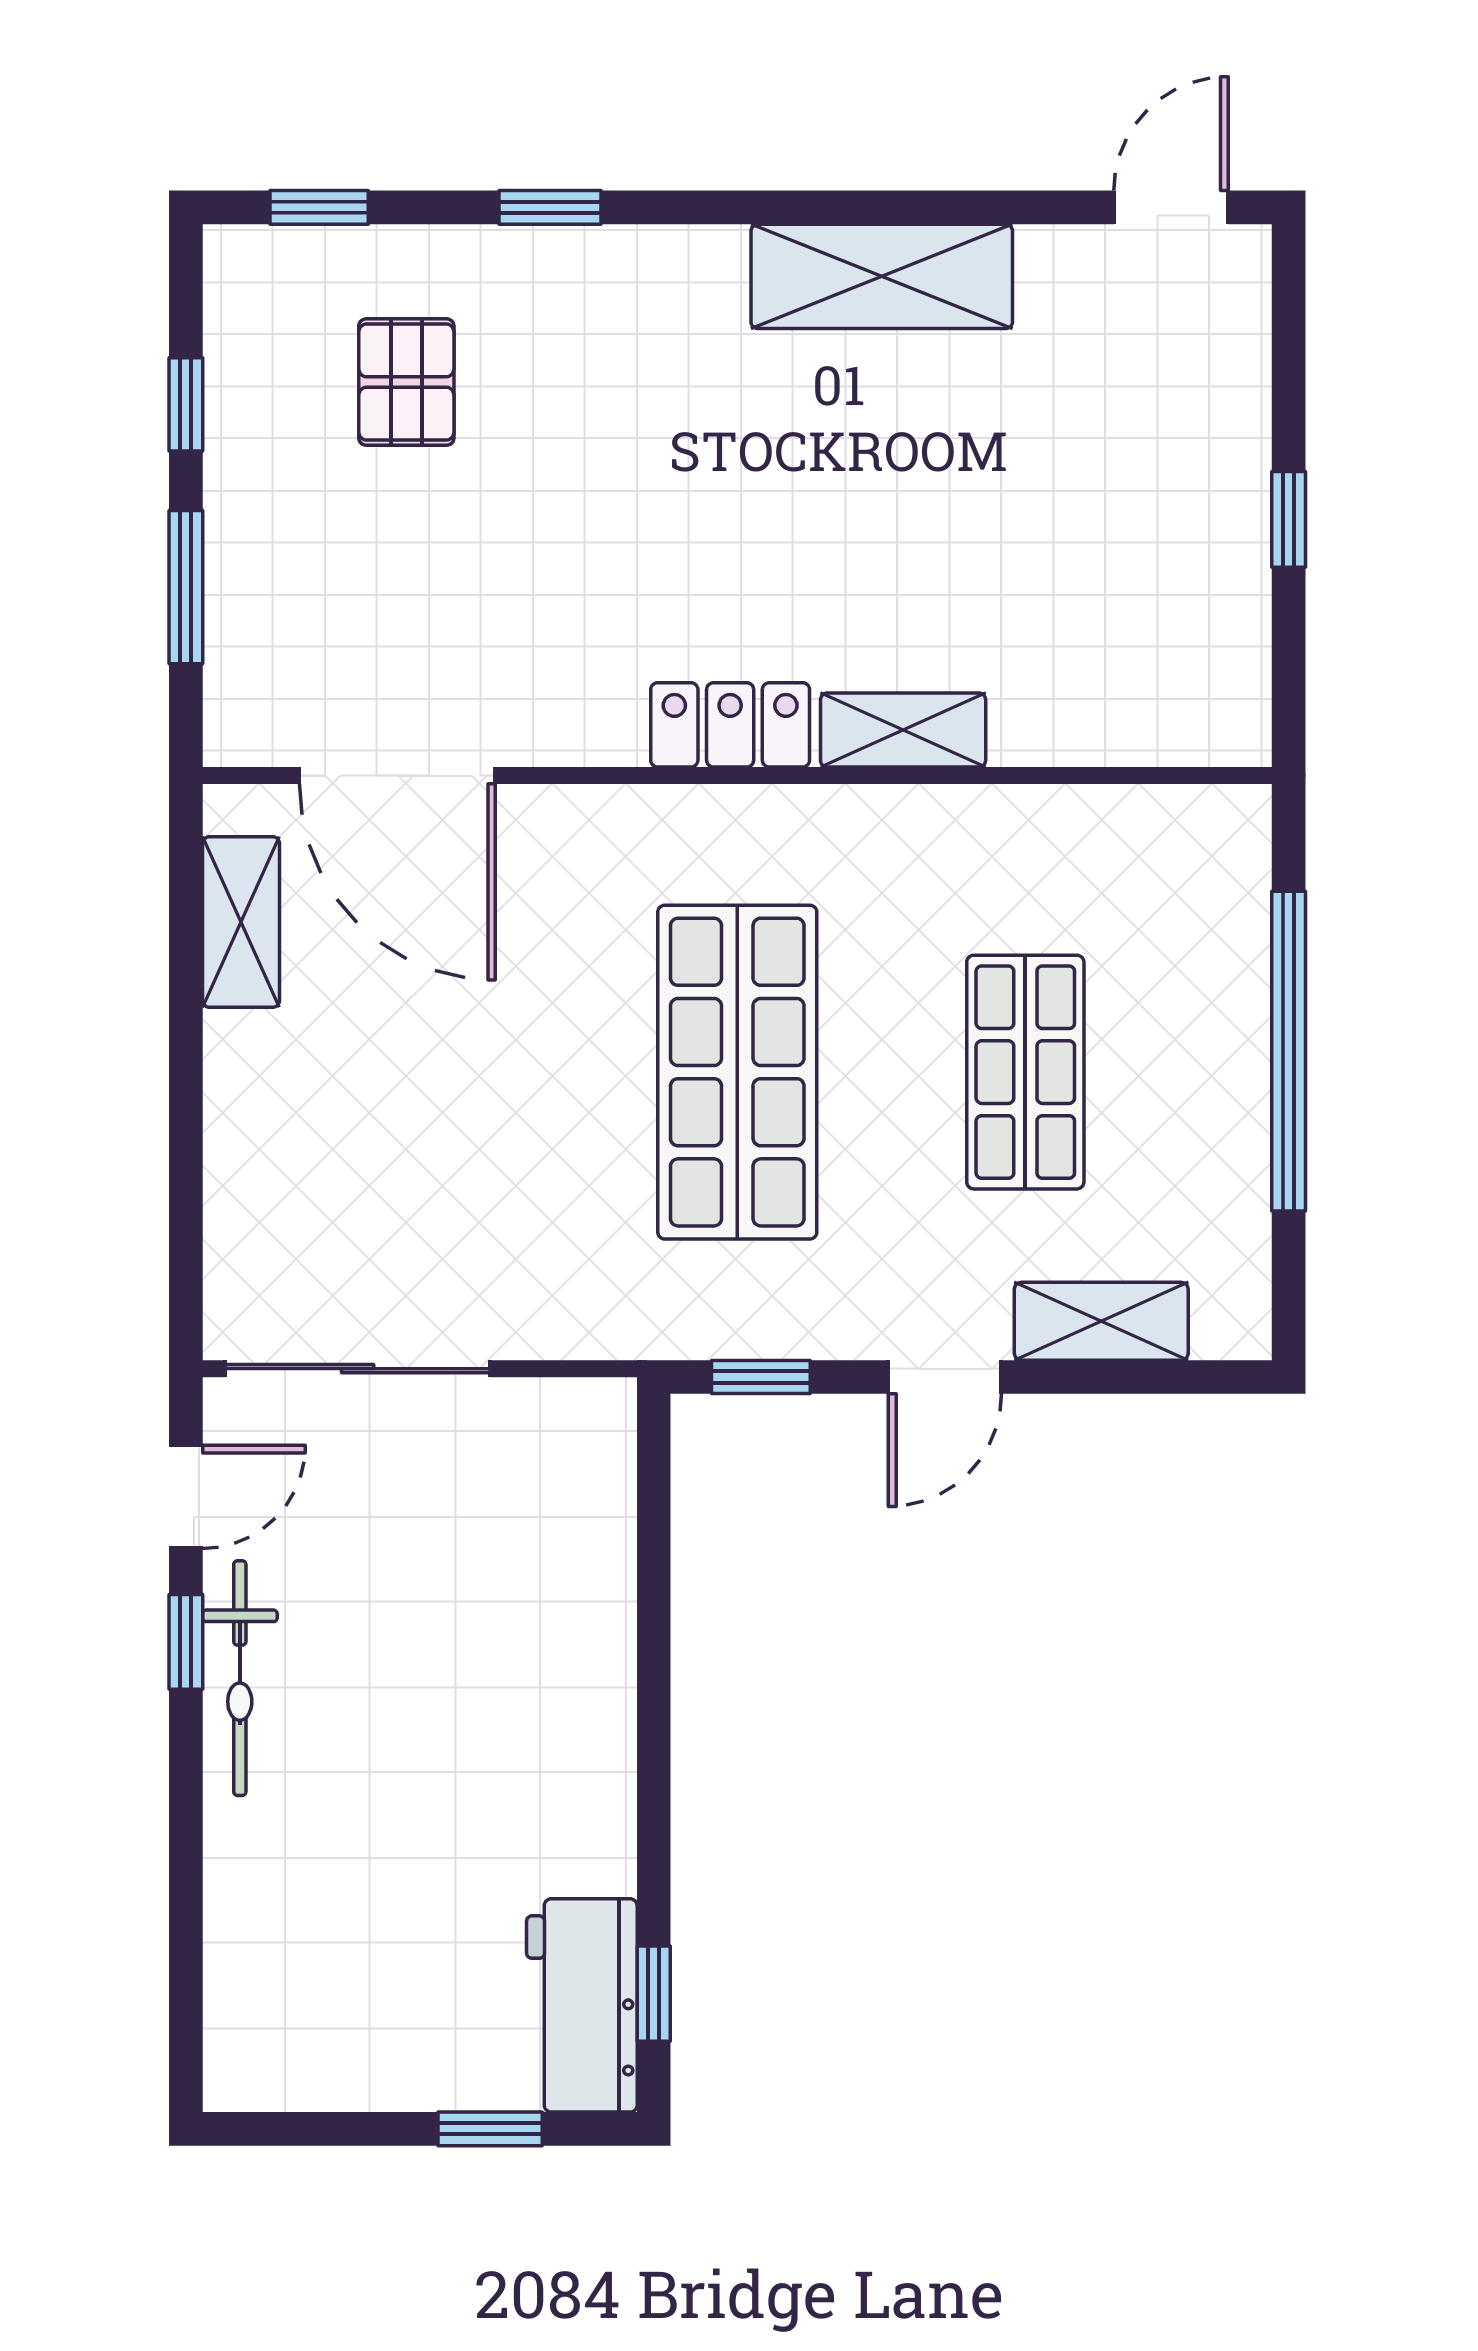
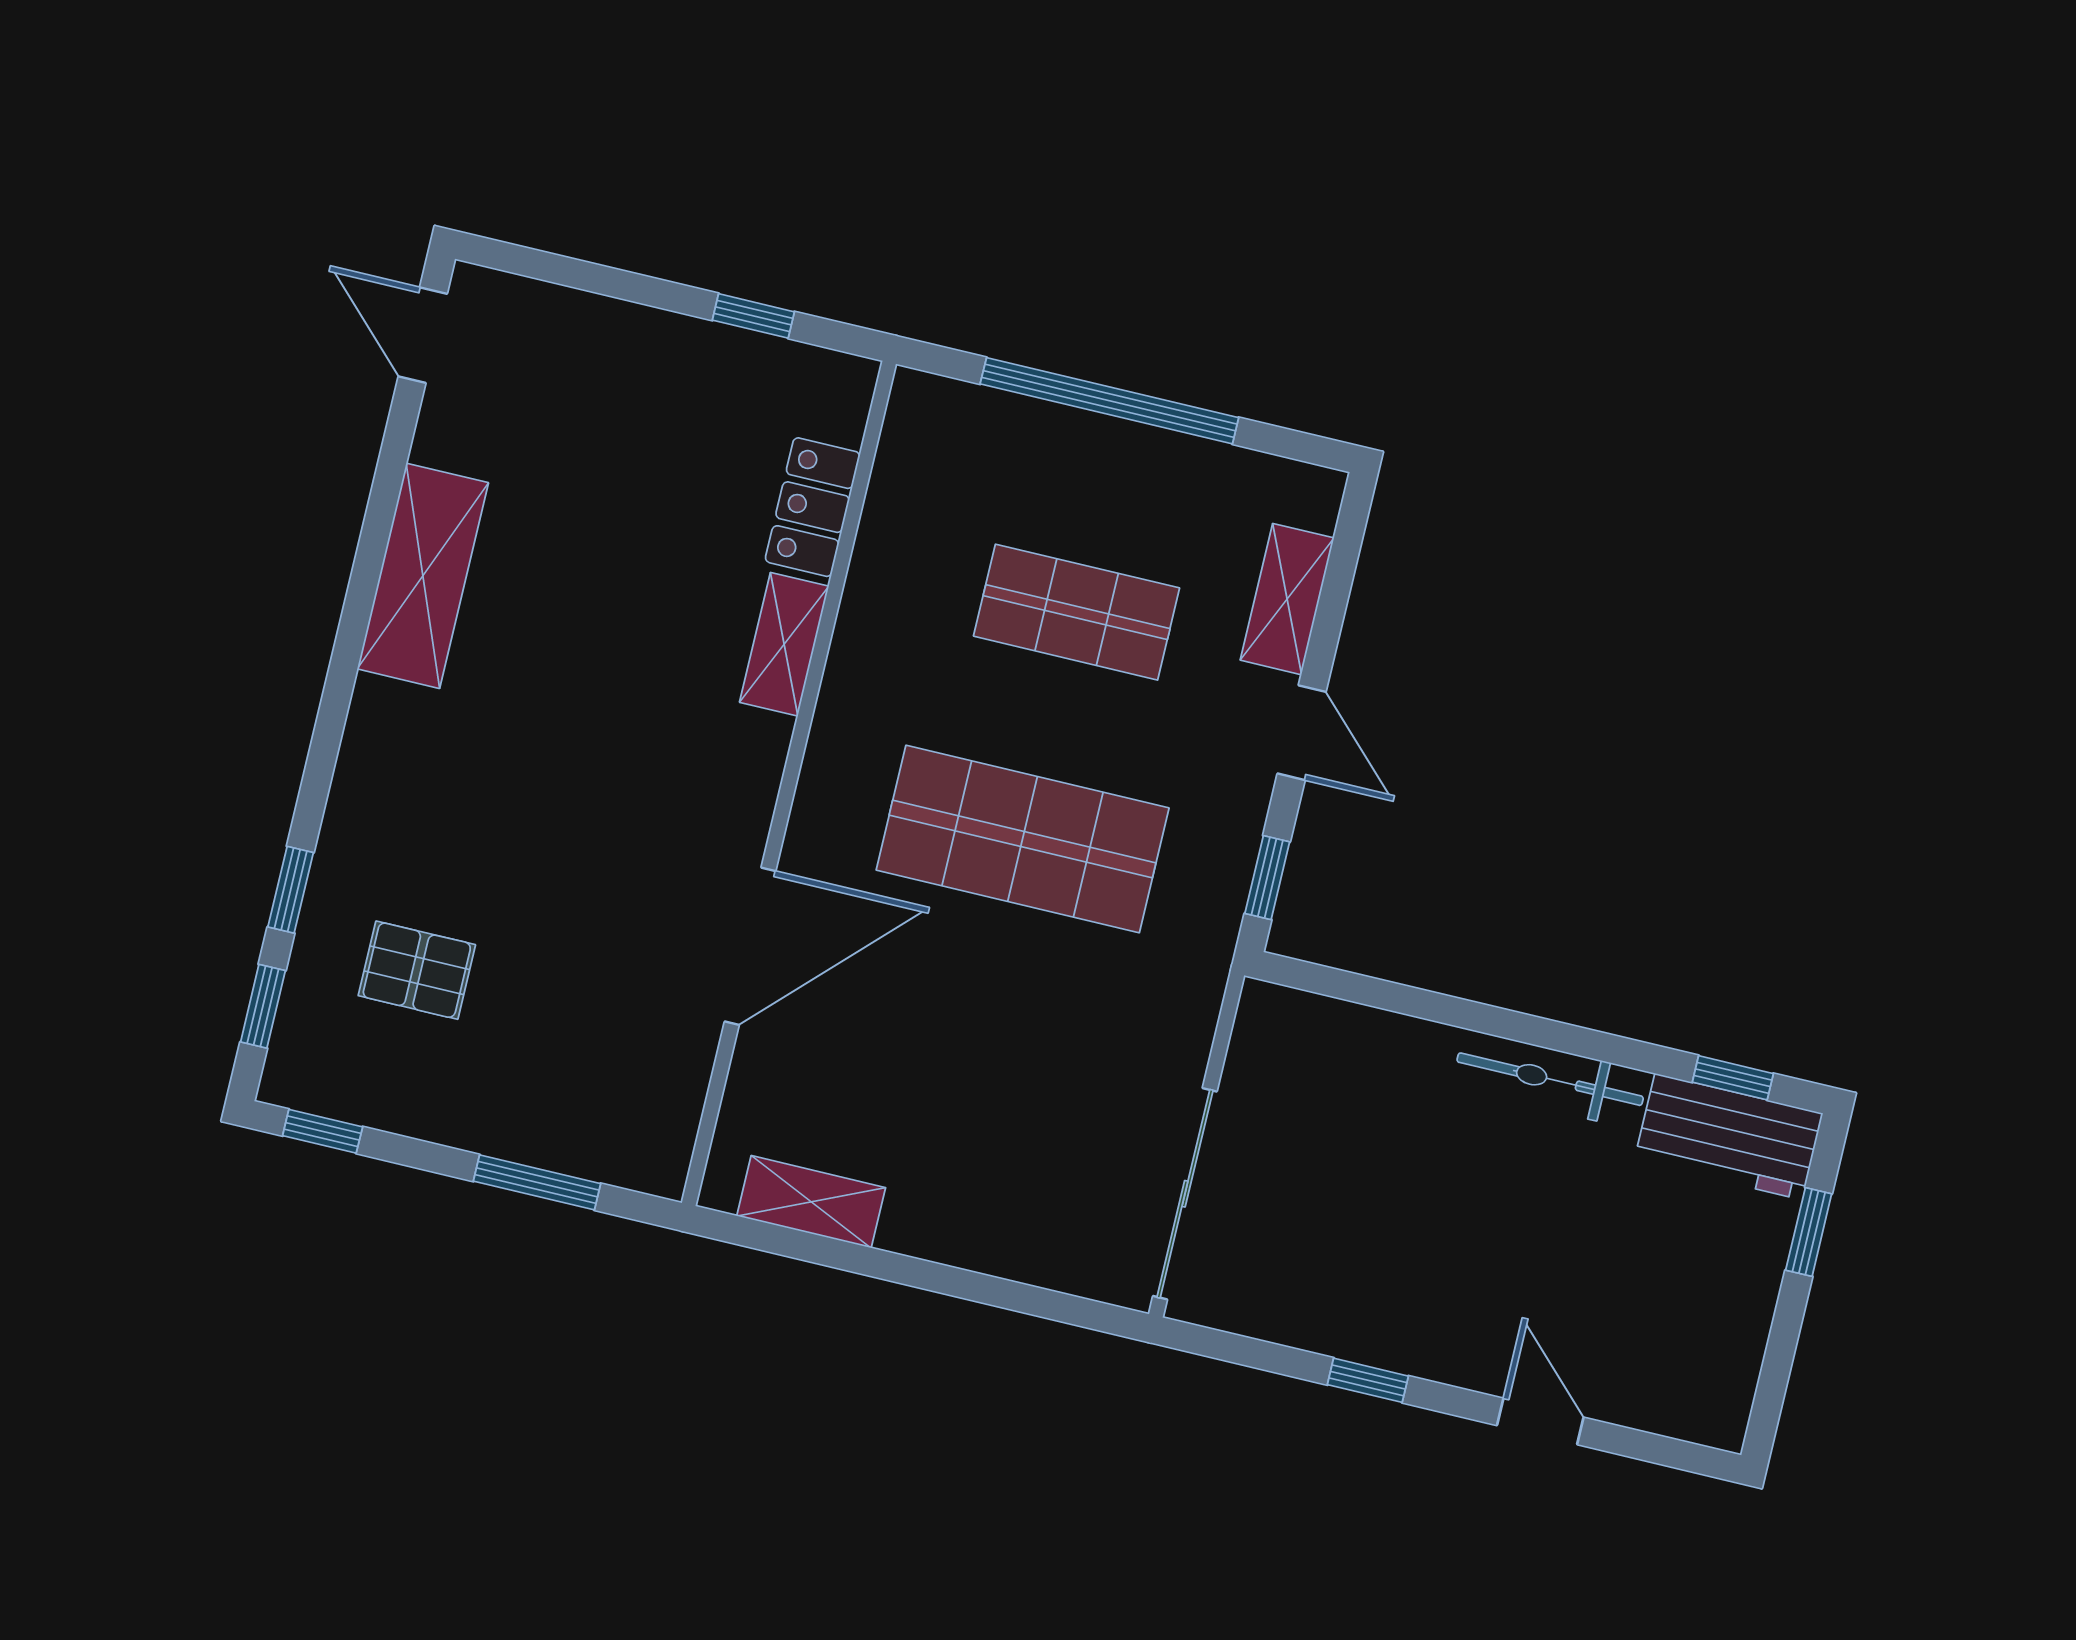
window: (550, 207) -> (291, 890), moved
window: (186, 404) -> (323, 1131), moved
window: (1289, 519) -> (753, 316), moved
locker: (730, 725) -> (813, 507), moved
door: (397, 776) -> (750, 946), moved
door: (186, 1497) -> (1540, 1421), moved
bicycle: (240, 1678) -> (1550, 1079), moved, turned 180

